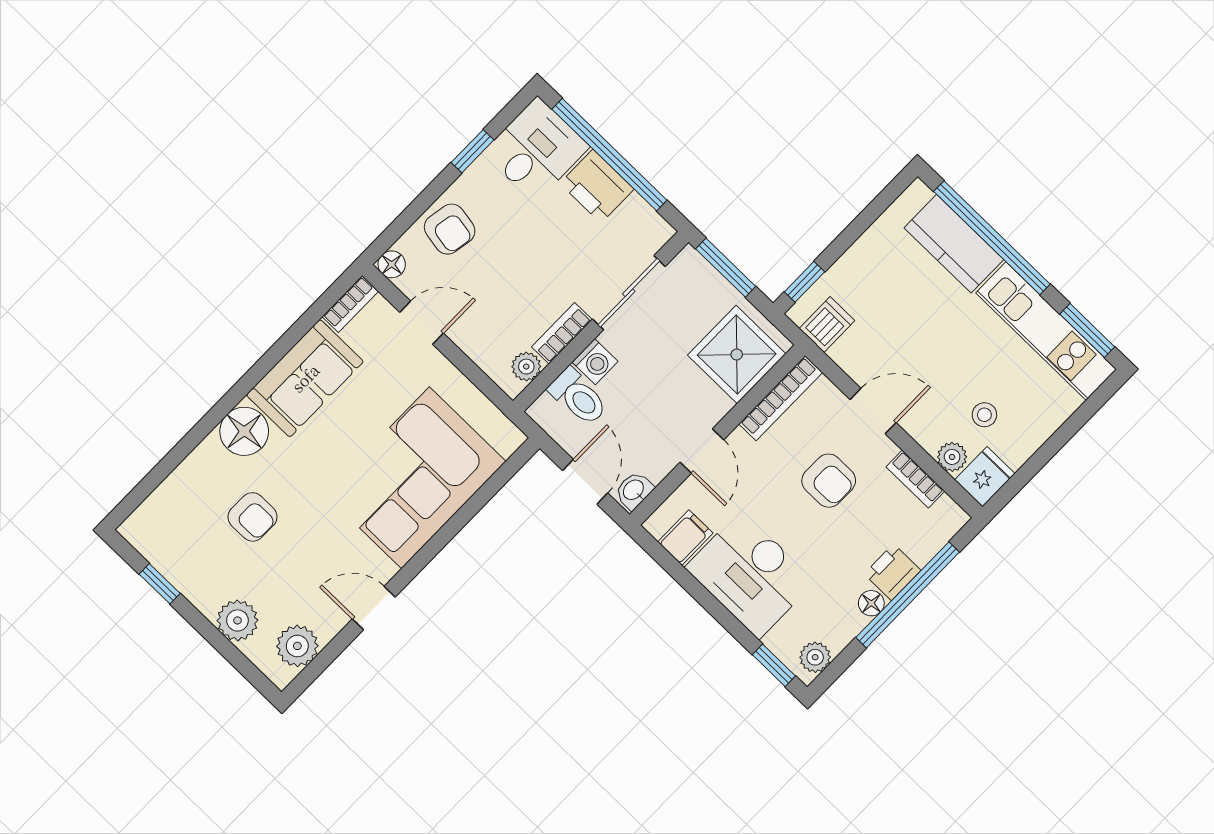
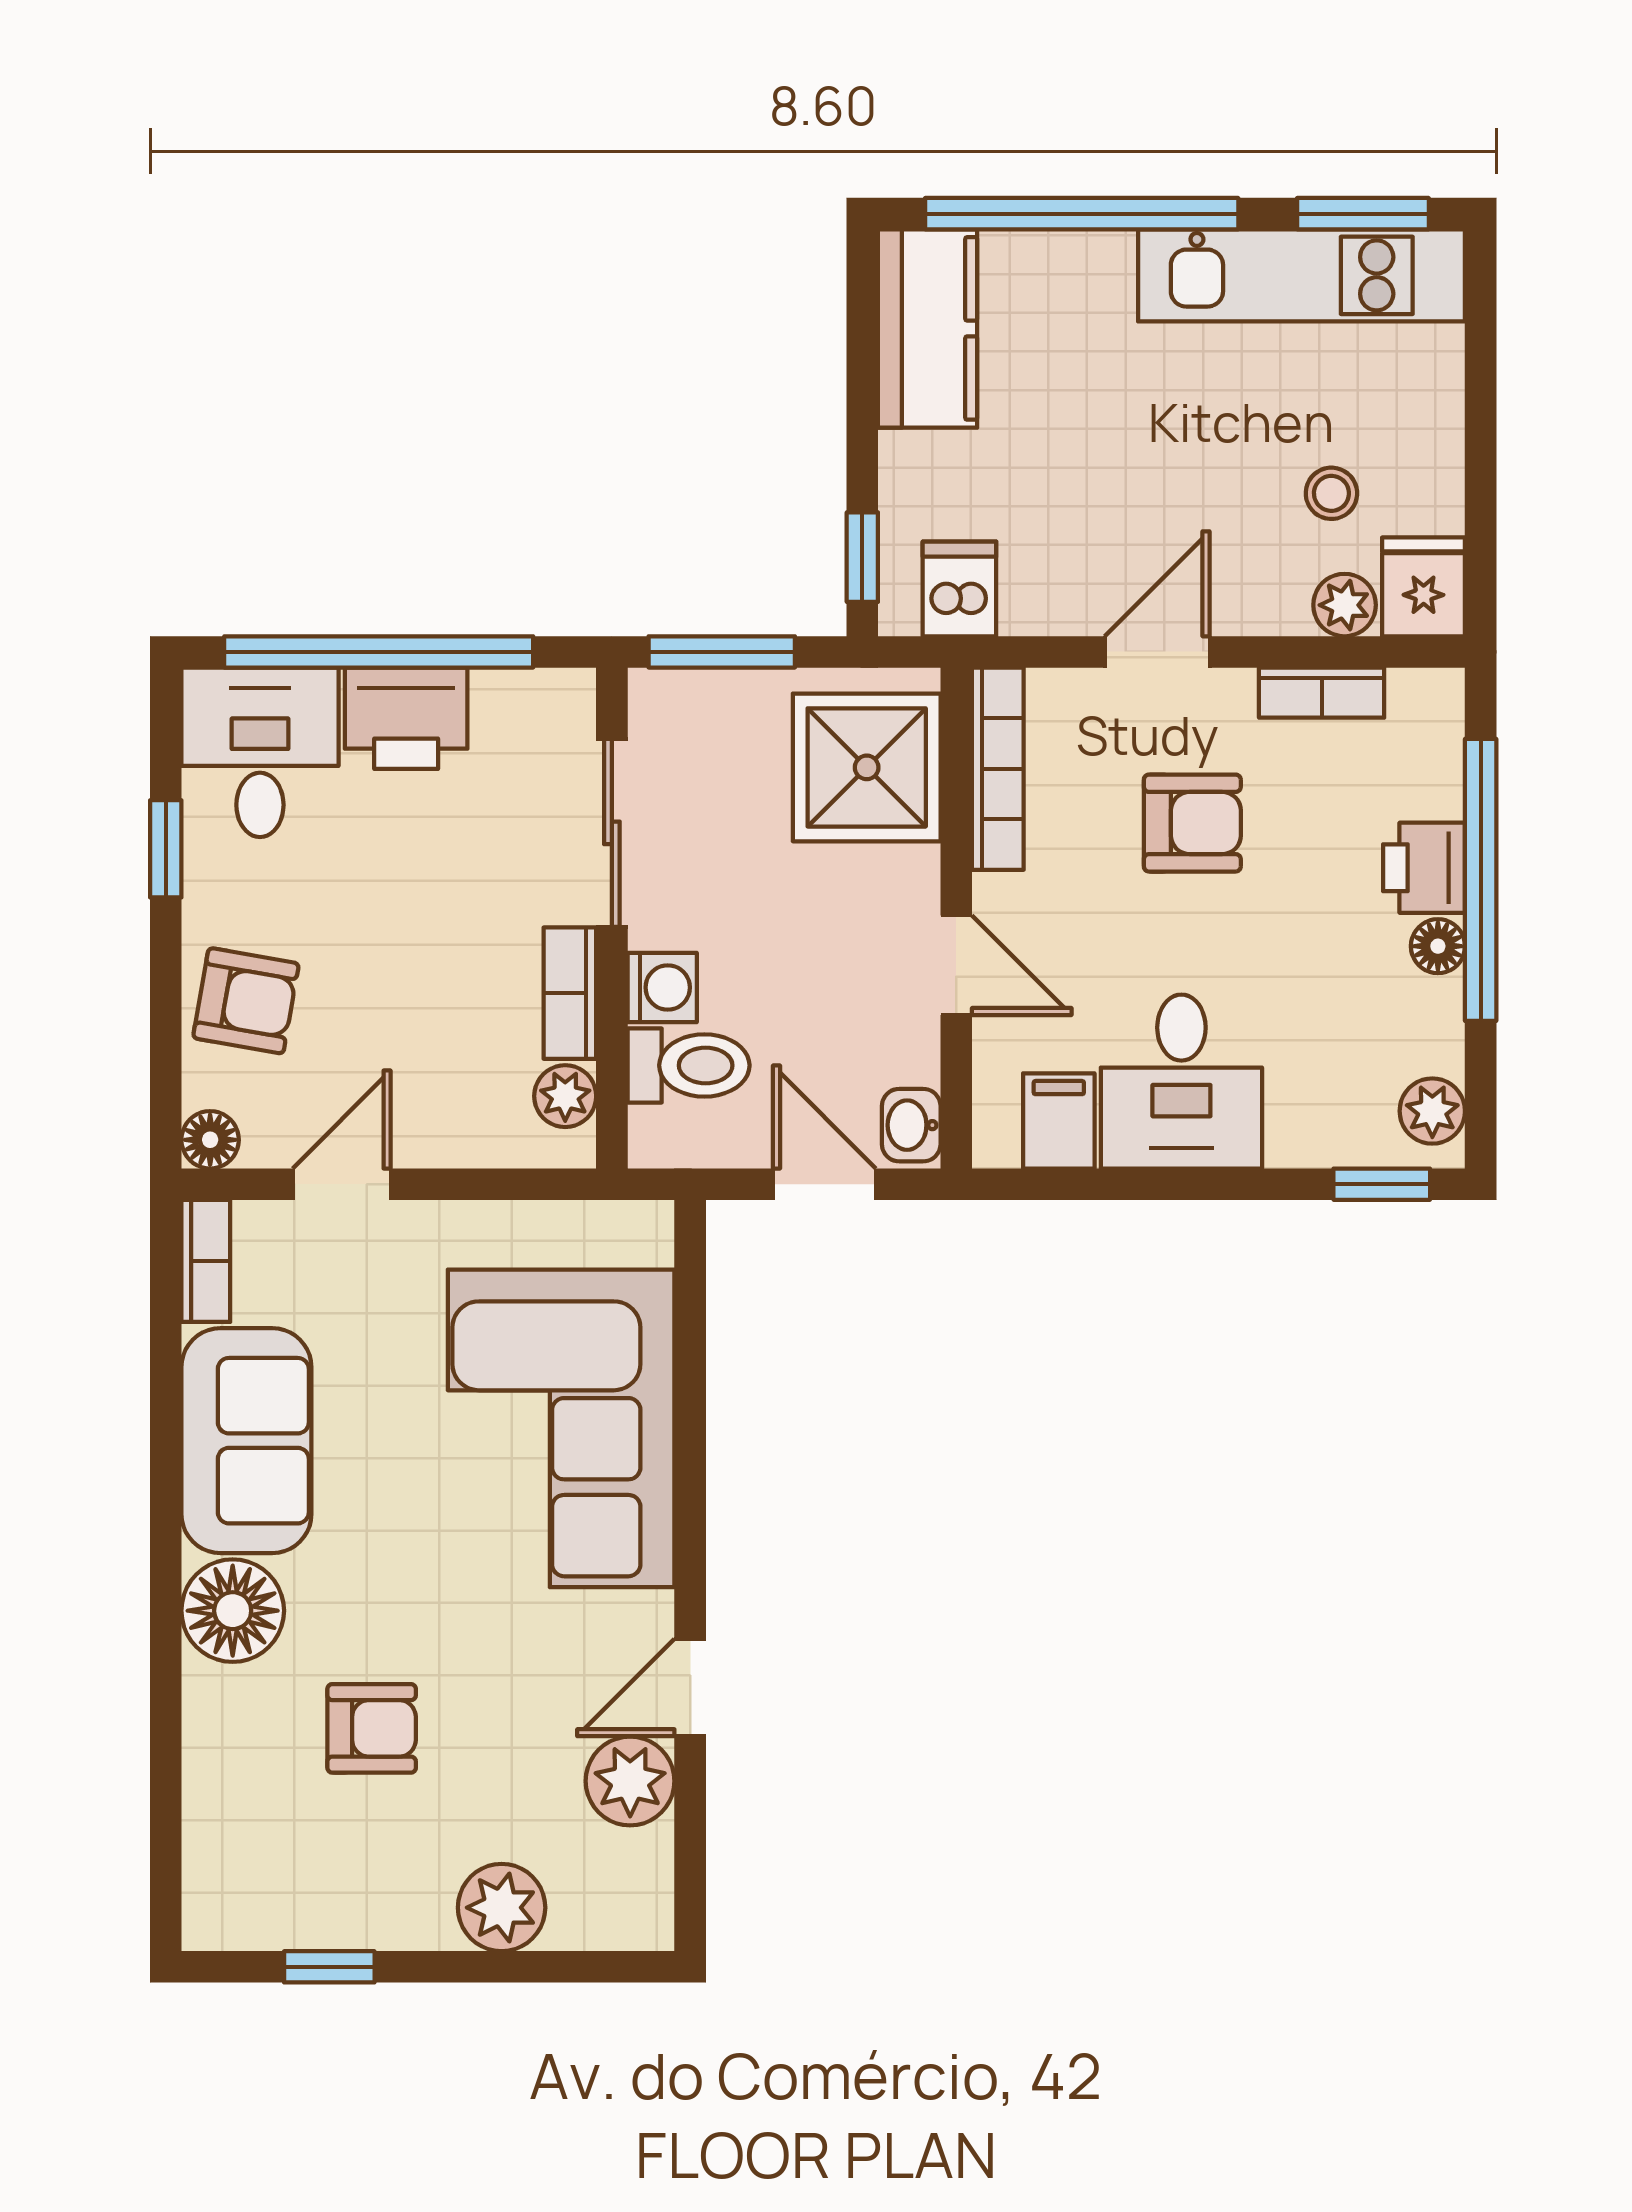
kitchen counter: (954, 244) -> (928, 328), moved, turned -90
desk: (750, 574) -> (1181, 1082), width x0.73
plant: (297, 646) -> (630, 1781), moved

